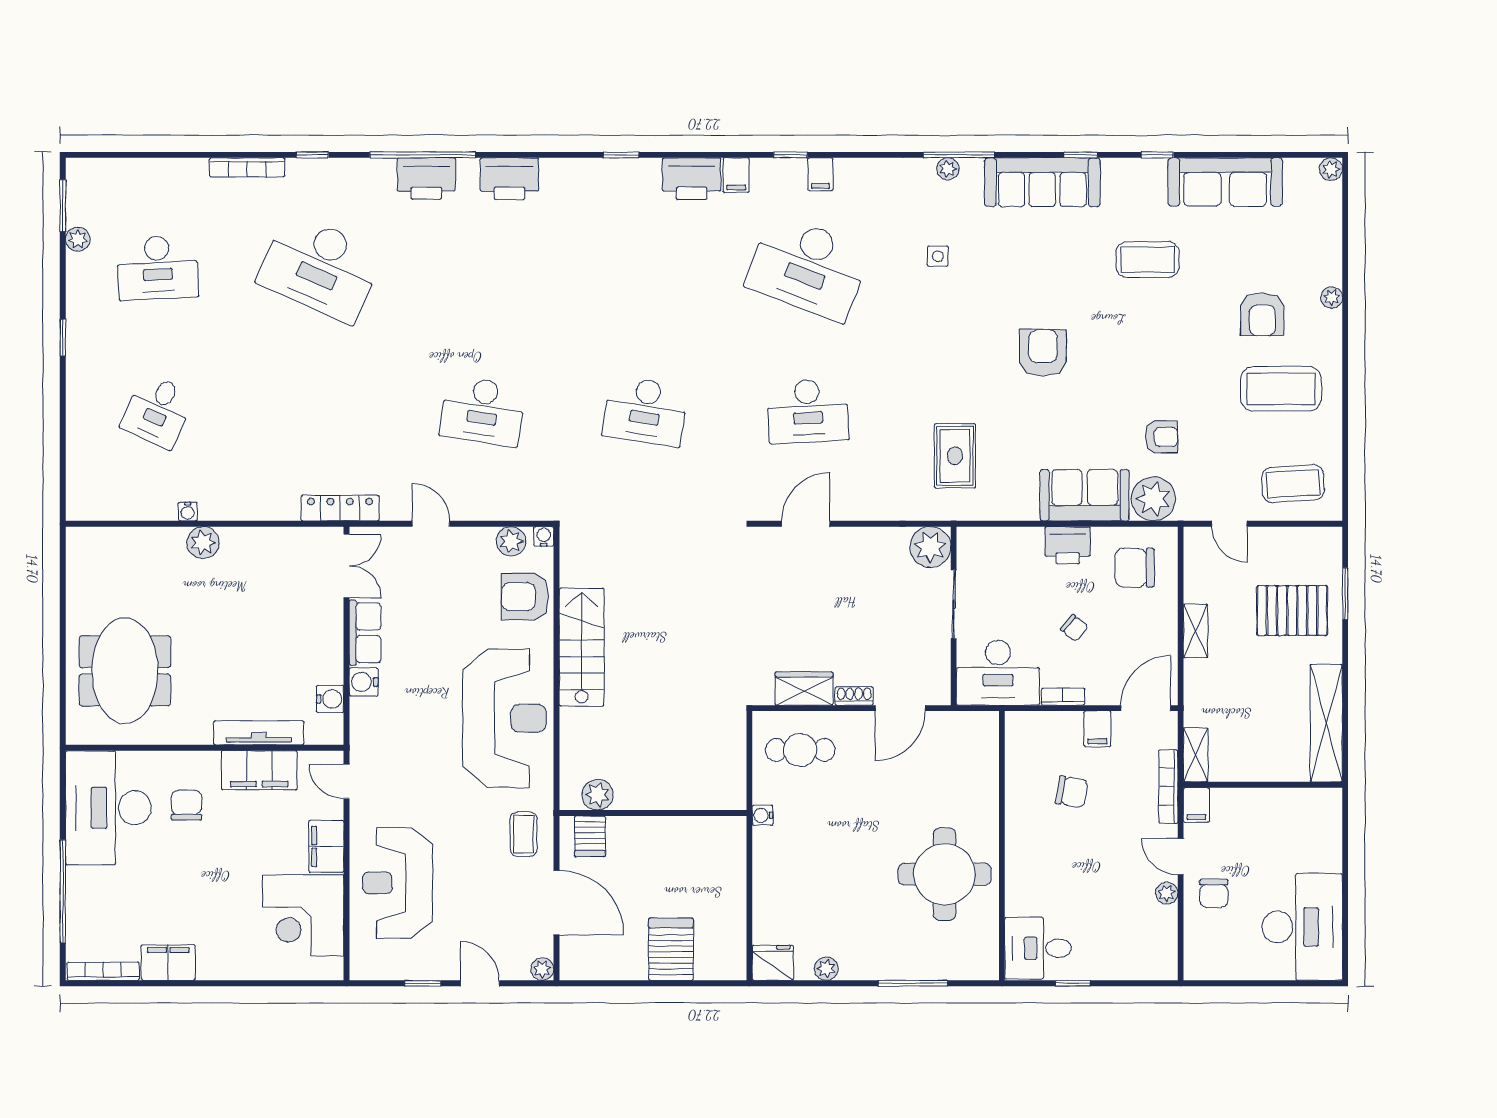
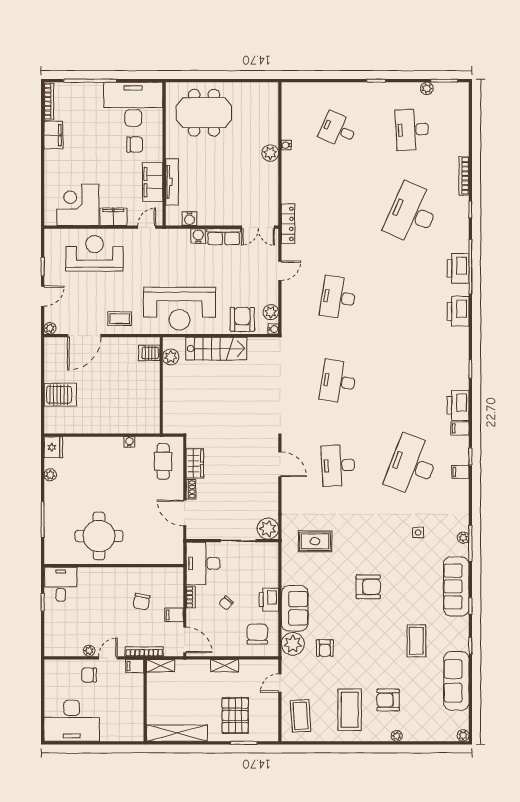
plant: (598, 795) -> (171, 357), moved
wall: (653, 813) -> (161, 385), moved
server rack: (590, 836) -> (149, 353), moved

